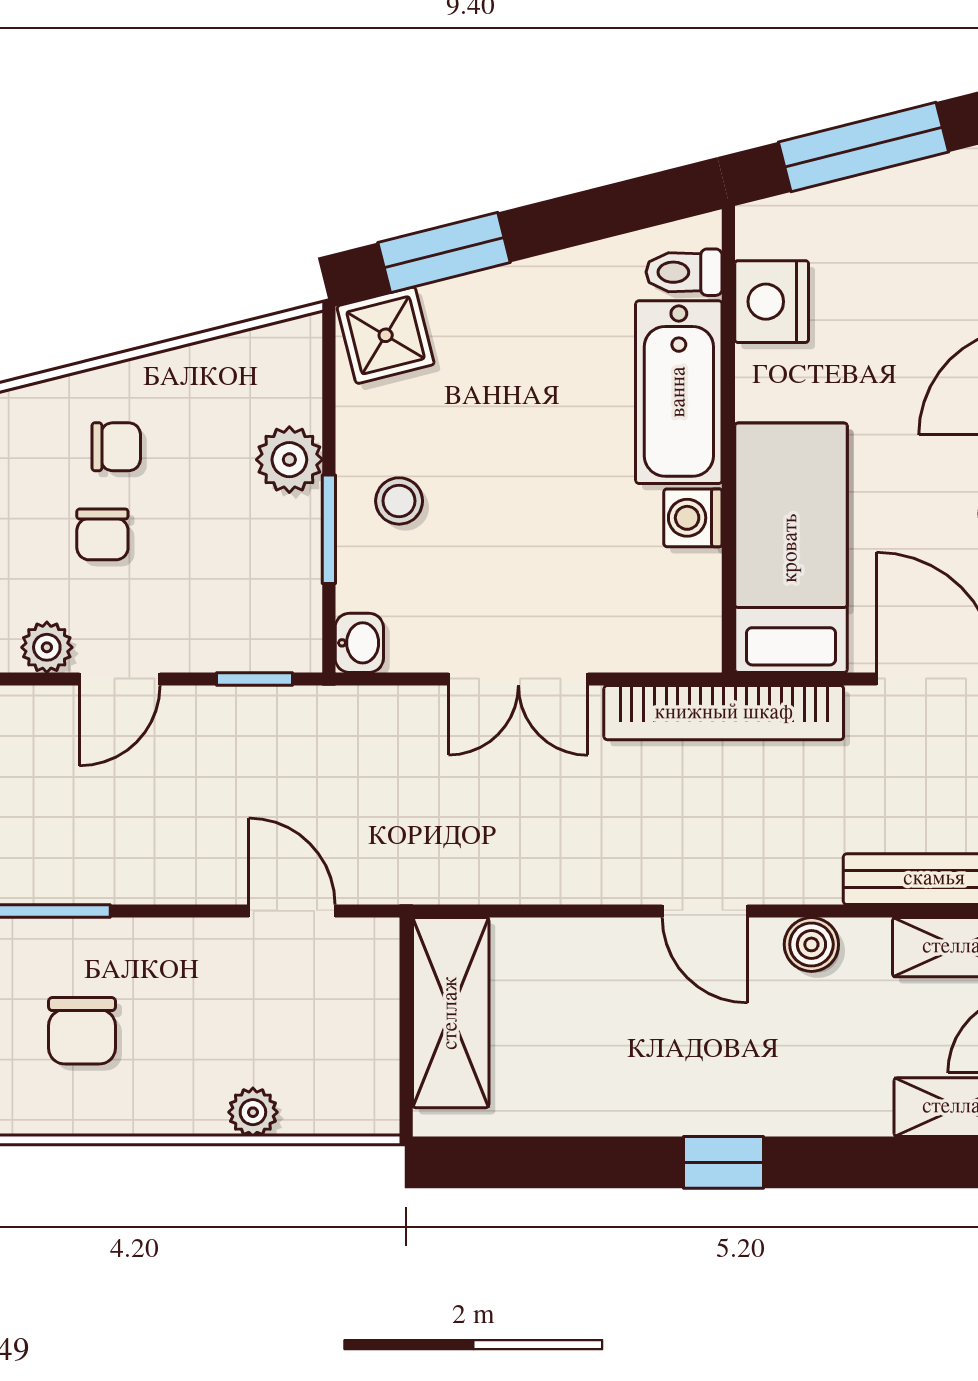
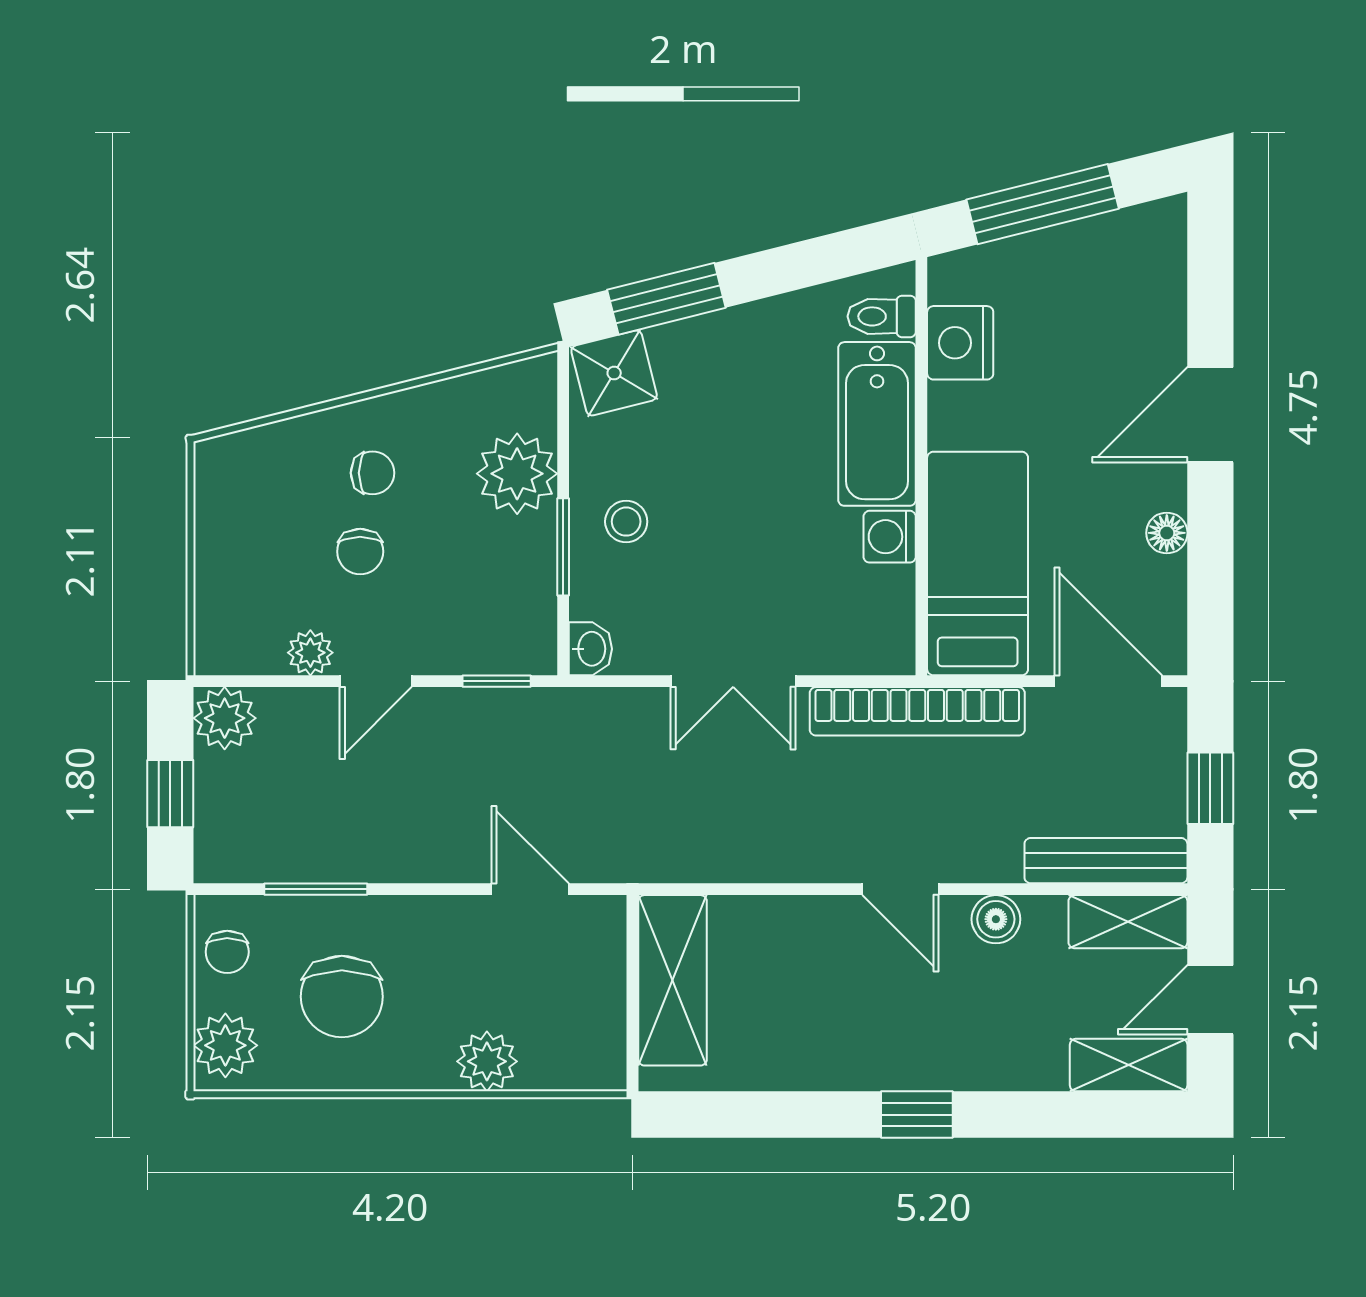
plant: (289, 460) -> (517, 474), width x1.36, depth x1.36
chair: (82, 1031) -> (342, 997), width x1.37, depth x1.37
plant: (253, 1112) -> (487, 1061), width x1.38, depth x1.38

